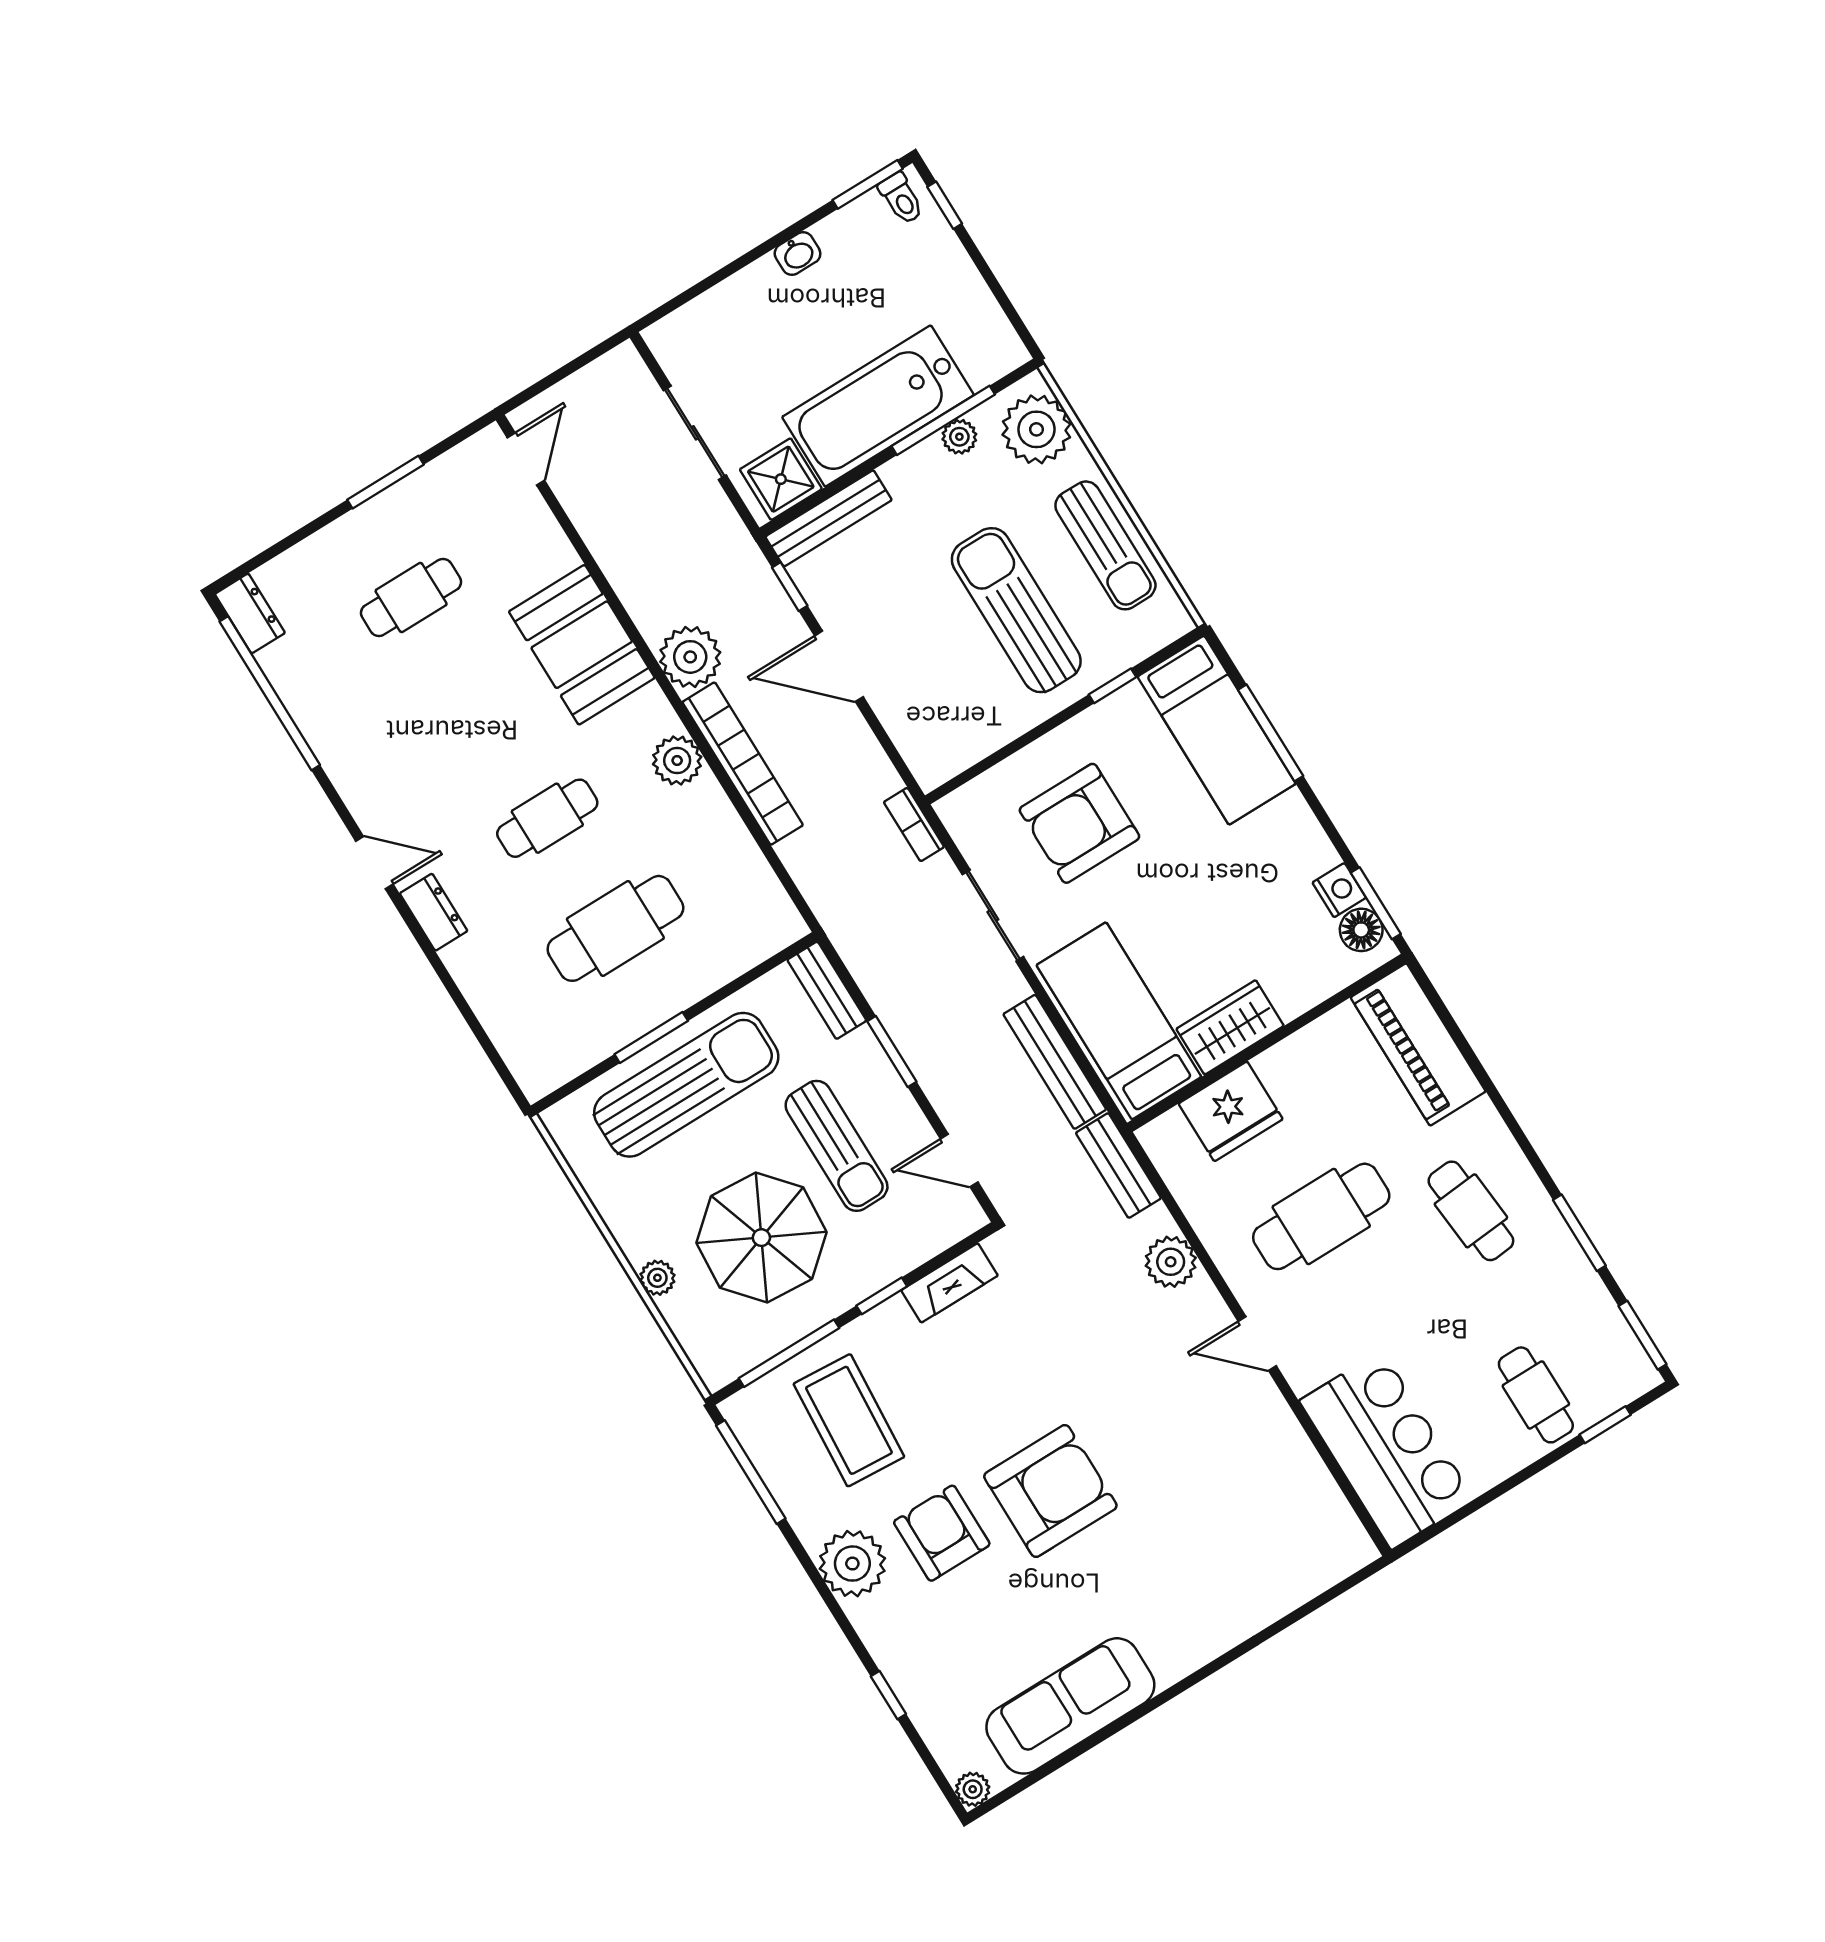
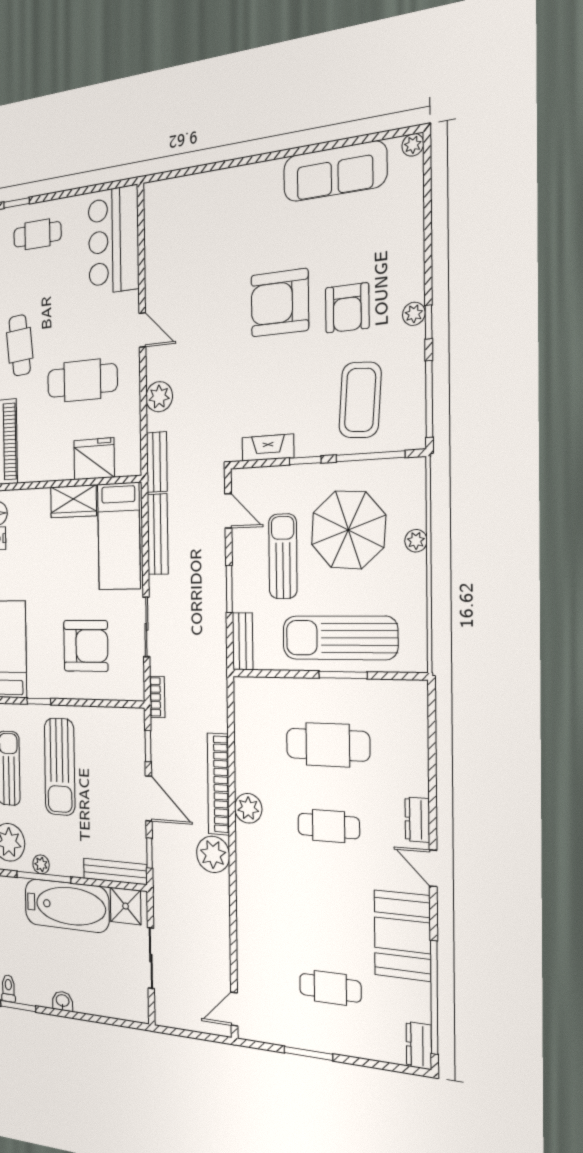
booth: (582, 645) -> (402, 935), moved
window: (886, 742) -> (148, 746), added
cafe table: (1536, 1395) -> (37, 234), turned 90
plant: (852, 1564) -> (414, 314), width x0.53, depth x0.53
window: (888, 1695) -> (429, 322), moved

